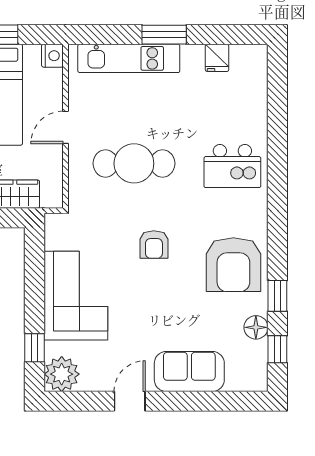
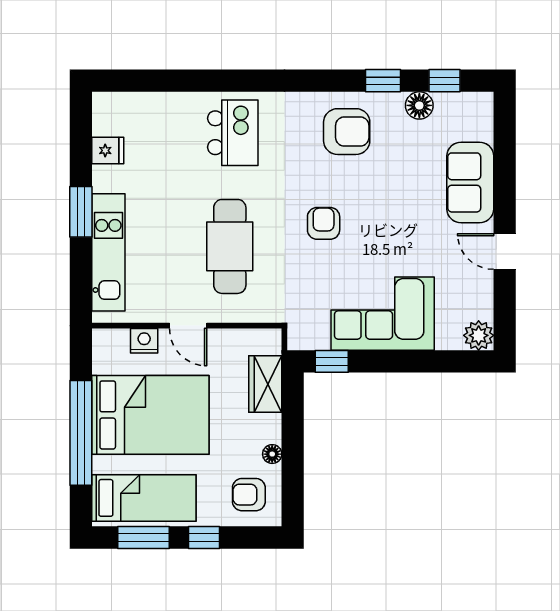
nightstand: (52, 56) -> (144, 341), moved
armchair: (154, 245) -> (324, 223), turned -90
armchair: (233, 265) -> (347, 132), width x0.73, depth x0.73
window: (34, 348) -> (332, 361), moved
plant: (62, 374) -> (479, 335), width x0.73, depth x0.73

